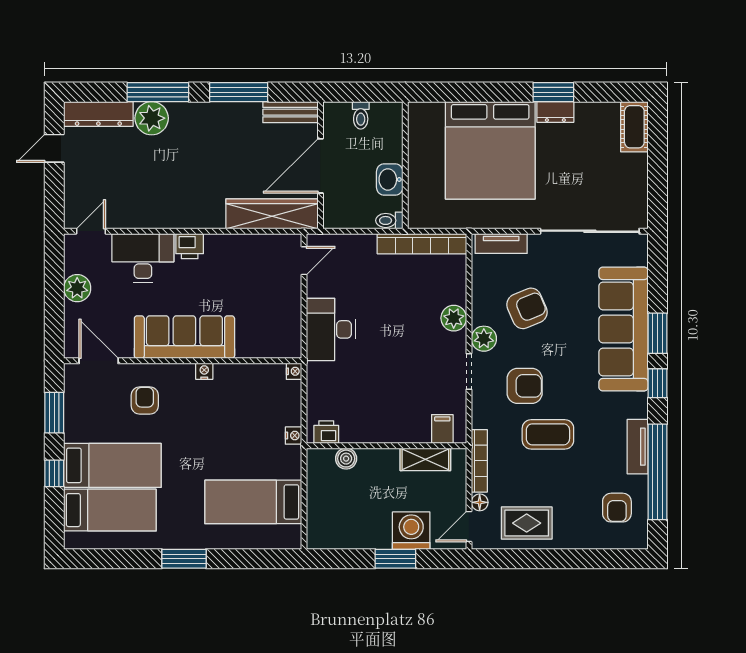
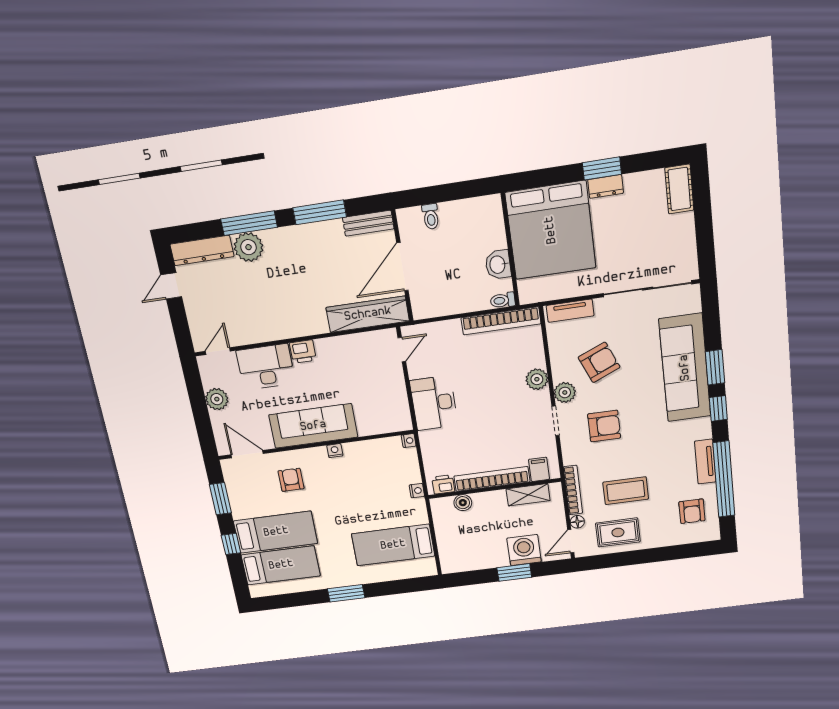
wall: (405, 165) -> (510, 250), moved
washbasin: (390, 179) -> (498, 265), moved
toilet: (389, 220) -> (503, 300), moved
bookcase: (385, 433) -> (492, 479), added
coffee table: (548, 434) -> (626, 491), moved

